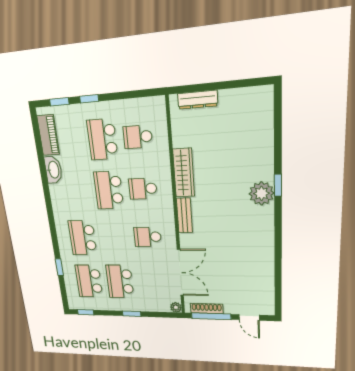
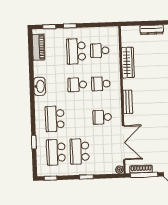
dresser: (198, 100) -> (152, 30), moved
washbasin: (53, 170) -> (40, 86), moved
wardrobe: (184, 173) -> (128, 63), moved
school desk: (109, 190) -> (77, 85), width x0.54

